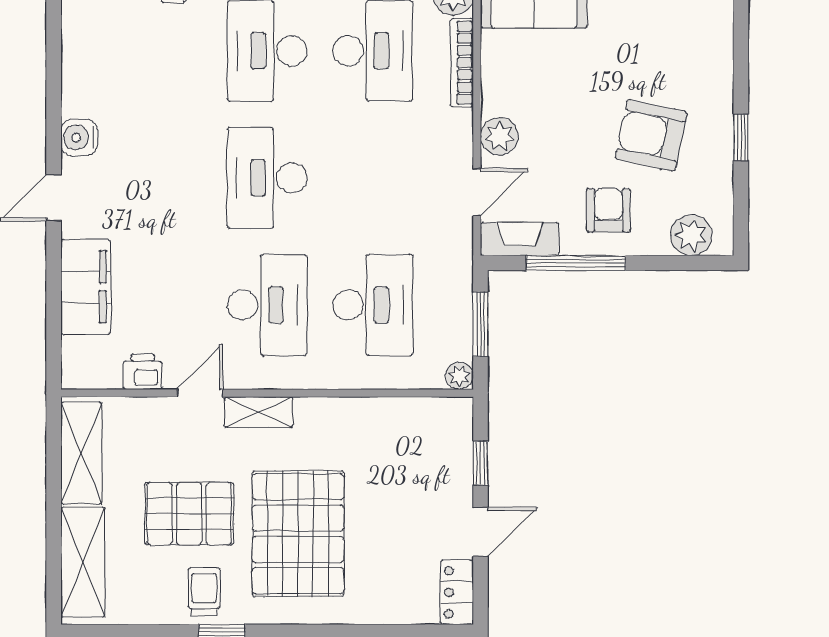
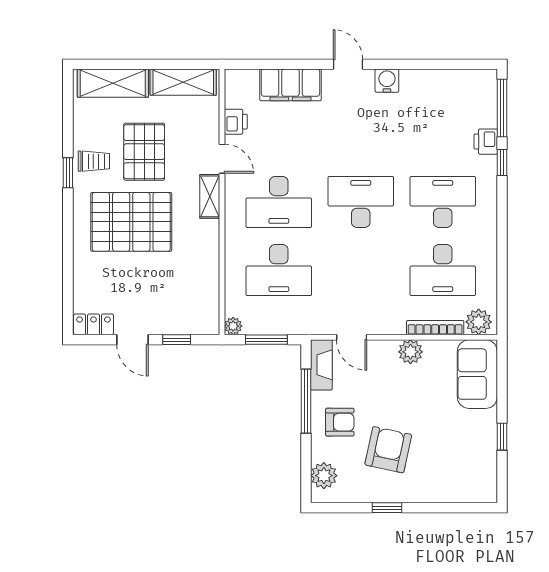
plant: (499, 136) -> (410, 352), moved

